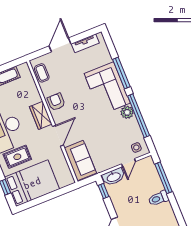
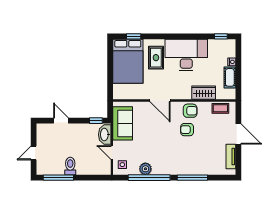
corner sofa: (107, 88) -> (184, 160), removed
armchair: (76, 97) -> (187, 130), added
plant: (127, 112) -> (145, 169), moved
wardrobe: (41, 115) -> (204, 93), moved
sofa: (80, 160) -> (123, 123), moved, turned -90
window: (163, 178) -> (58, 178), moved

